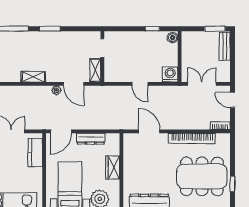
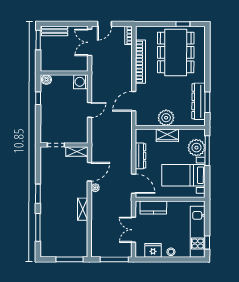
double door: (202, 84) -> (90, 42), moved
plant: (132, 166) -> (166, 118), added

